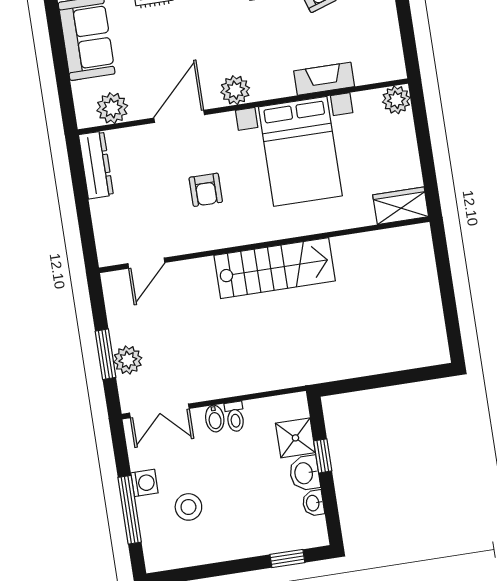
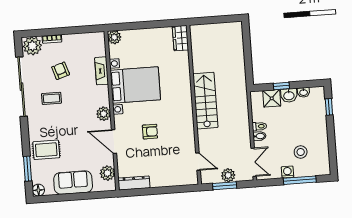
wardrobe: (401, 206) -> (180, 38), moved
wall: (264, 245) -> (194, 105), moved
door: (146, 263) -> (198, 162), moved
stairs: (275, 268) -> (205, 101), moved

